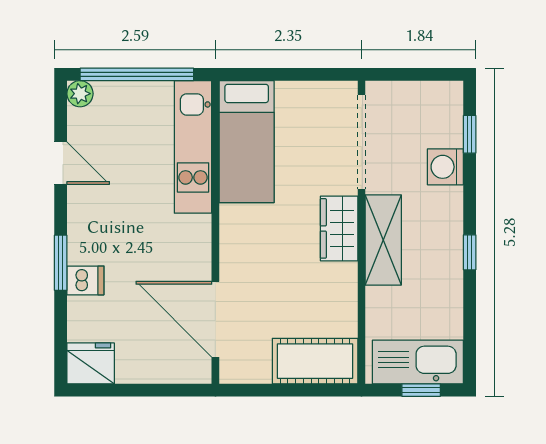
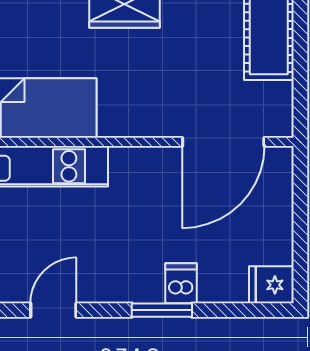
fridge: (91, 363) -> (271, 285), width x0.72

